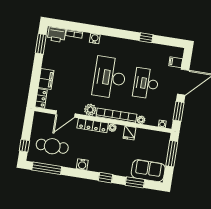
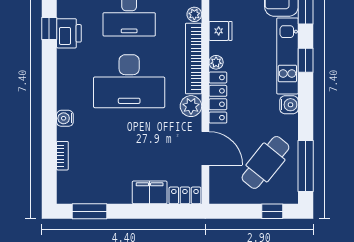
printer: (56, 35) -> (69, 33), moved
cafe table: (52, 146) -> (265, 162), turned 39
kitchen unit: (110, 168) -> (287, 56), added

